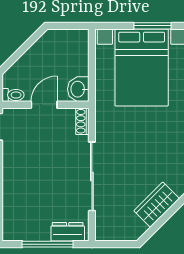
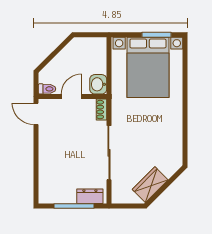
wardrobe: (157, 205) -> (150, 185), moved

